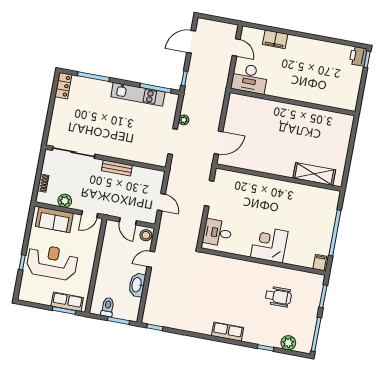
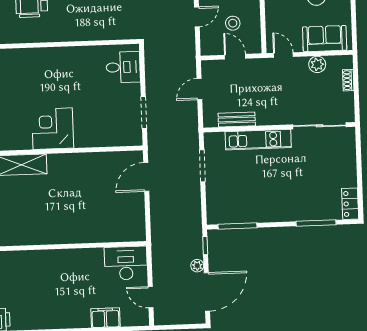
door: (191, 42) -> (207, 292), width x1.36
kitchen unit: (138, 94) -> (258, 140), moved, turned 180
plant: (184, 120) -> (197, 266), moved
bench: (117, 168) -> (237, 119), moved
door: (161, 202) -> (199, 89), hinge flipped
door: (90, 214) -> (283, 55), hinge flipped
stool: (146, 235) -> (233, 23), moved
corner desk: (269, 244) -> (53, 129), moved, turned 180

